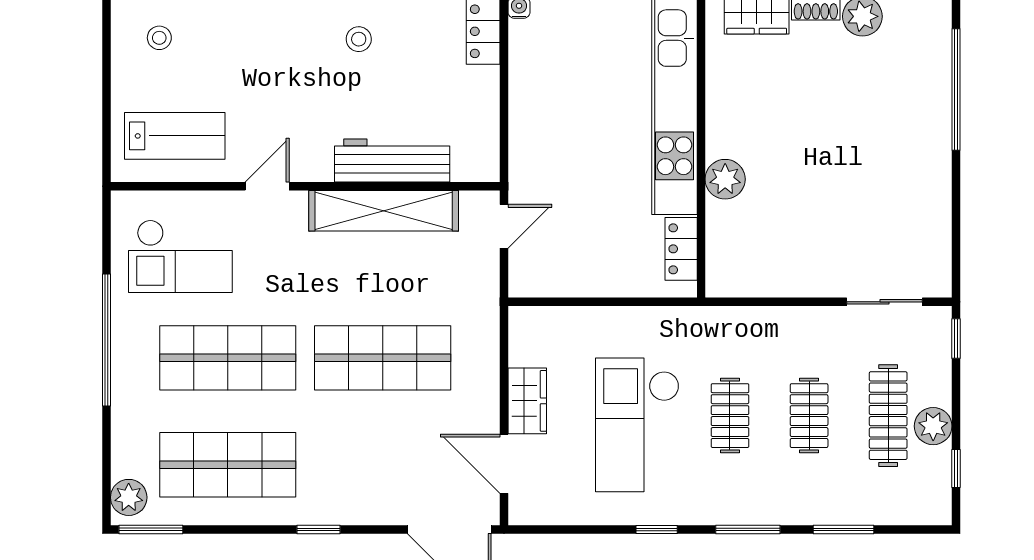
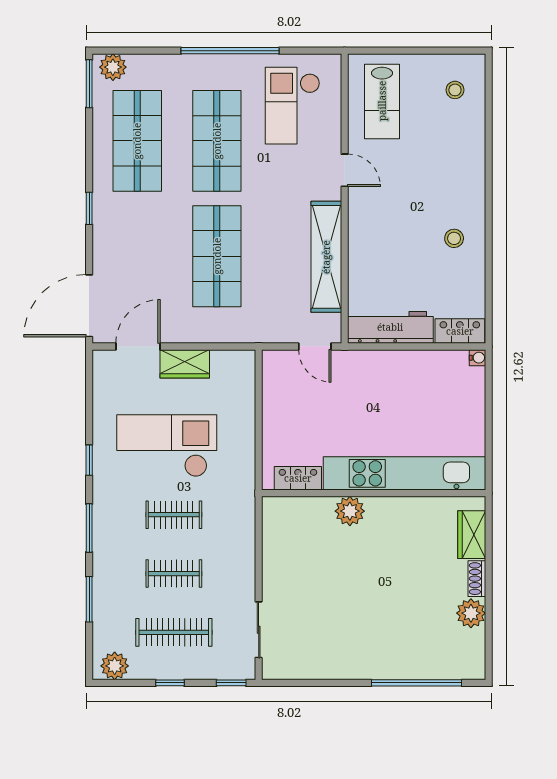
workbench: (392, 161) -> (390, 327), moved, turned -90
plant: (933, 426) -> (115, 666), moved
window: (956, 468) -> (170, 683), moved

